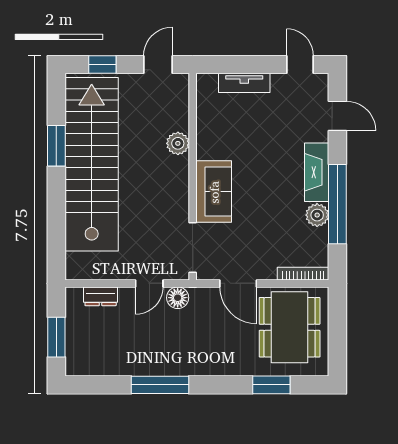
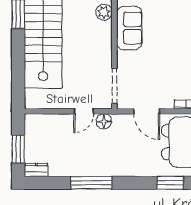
sofa: (214, 192) -> (129, 28), moved
dresser: (101, 296) -> (36, 170), moved, turned 180

